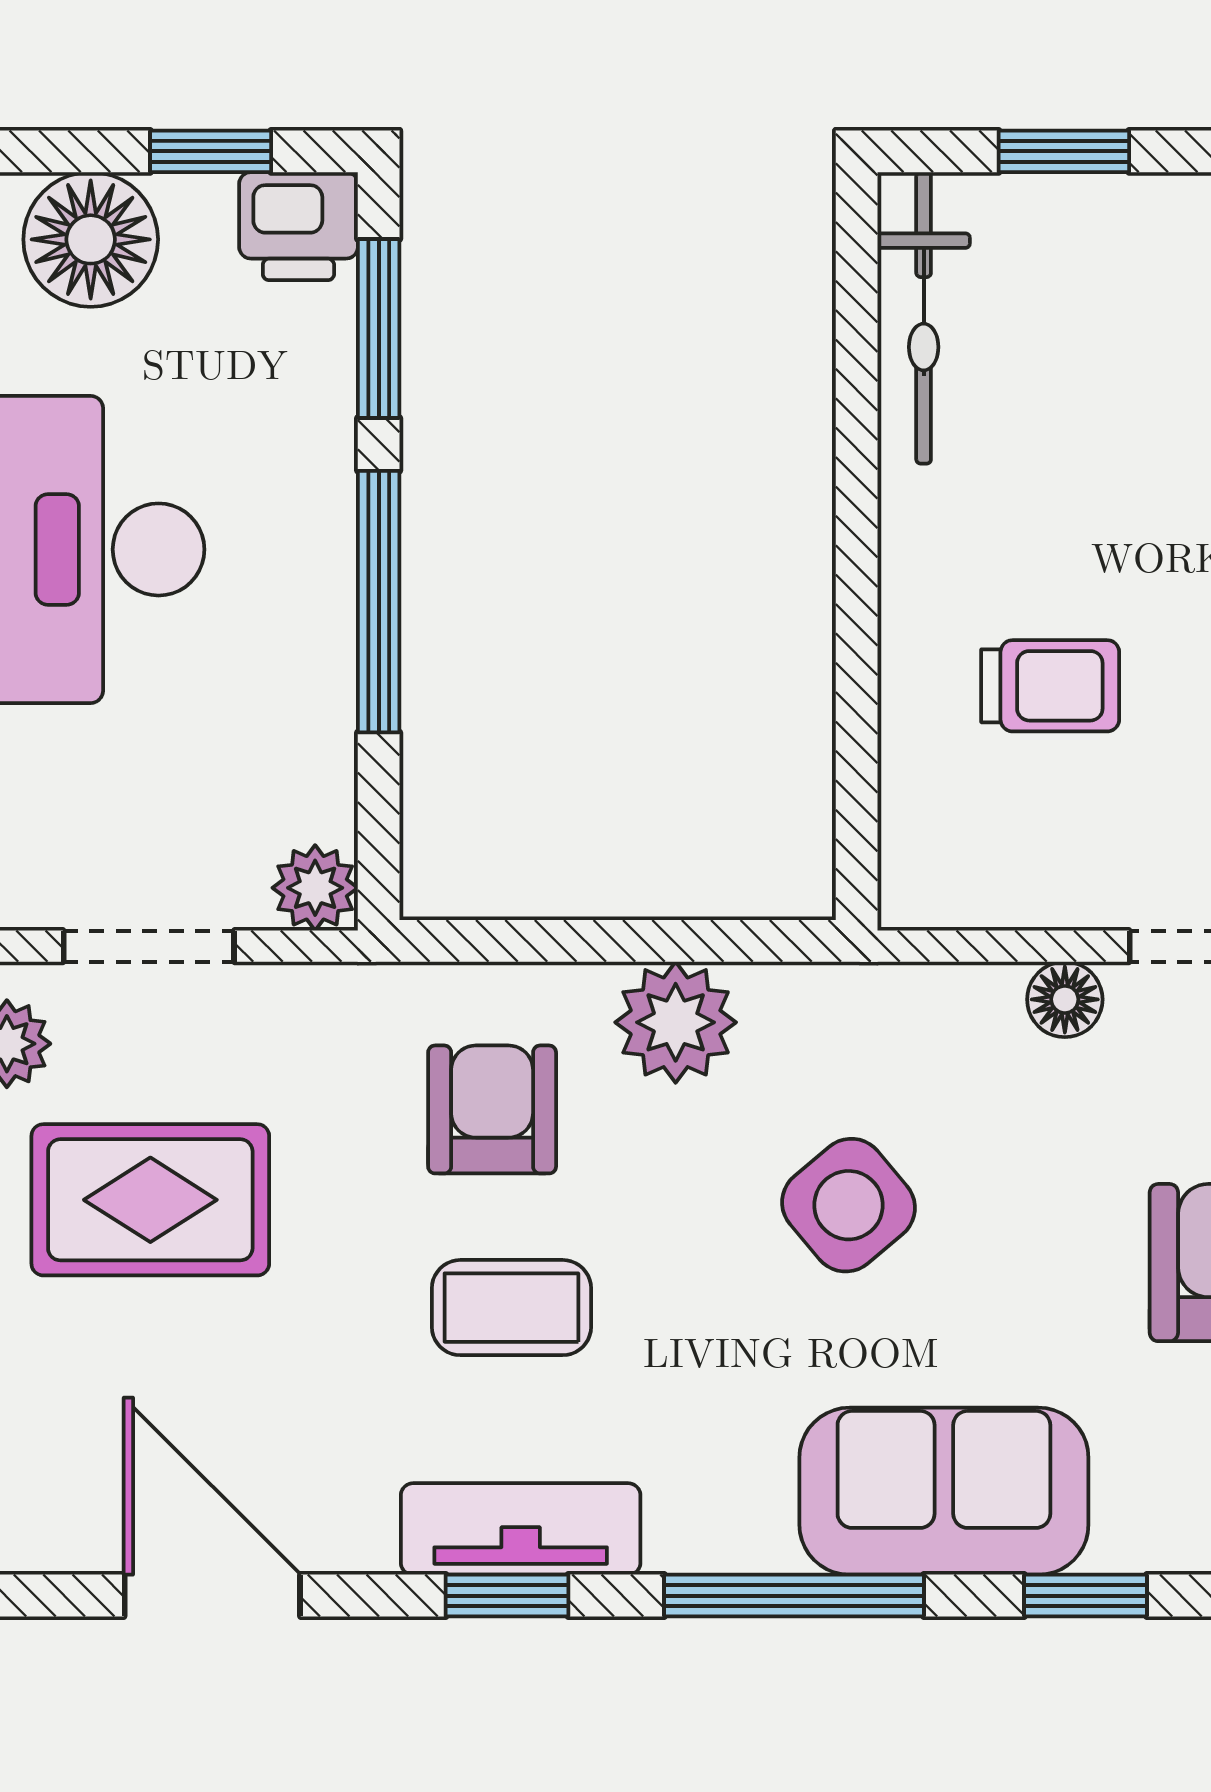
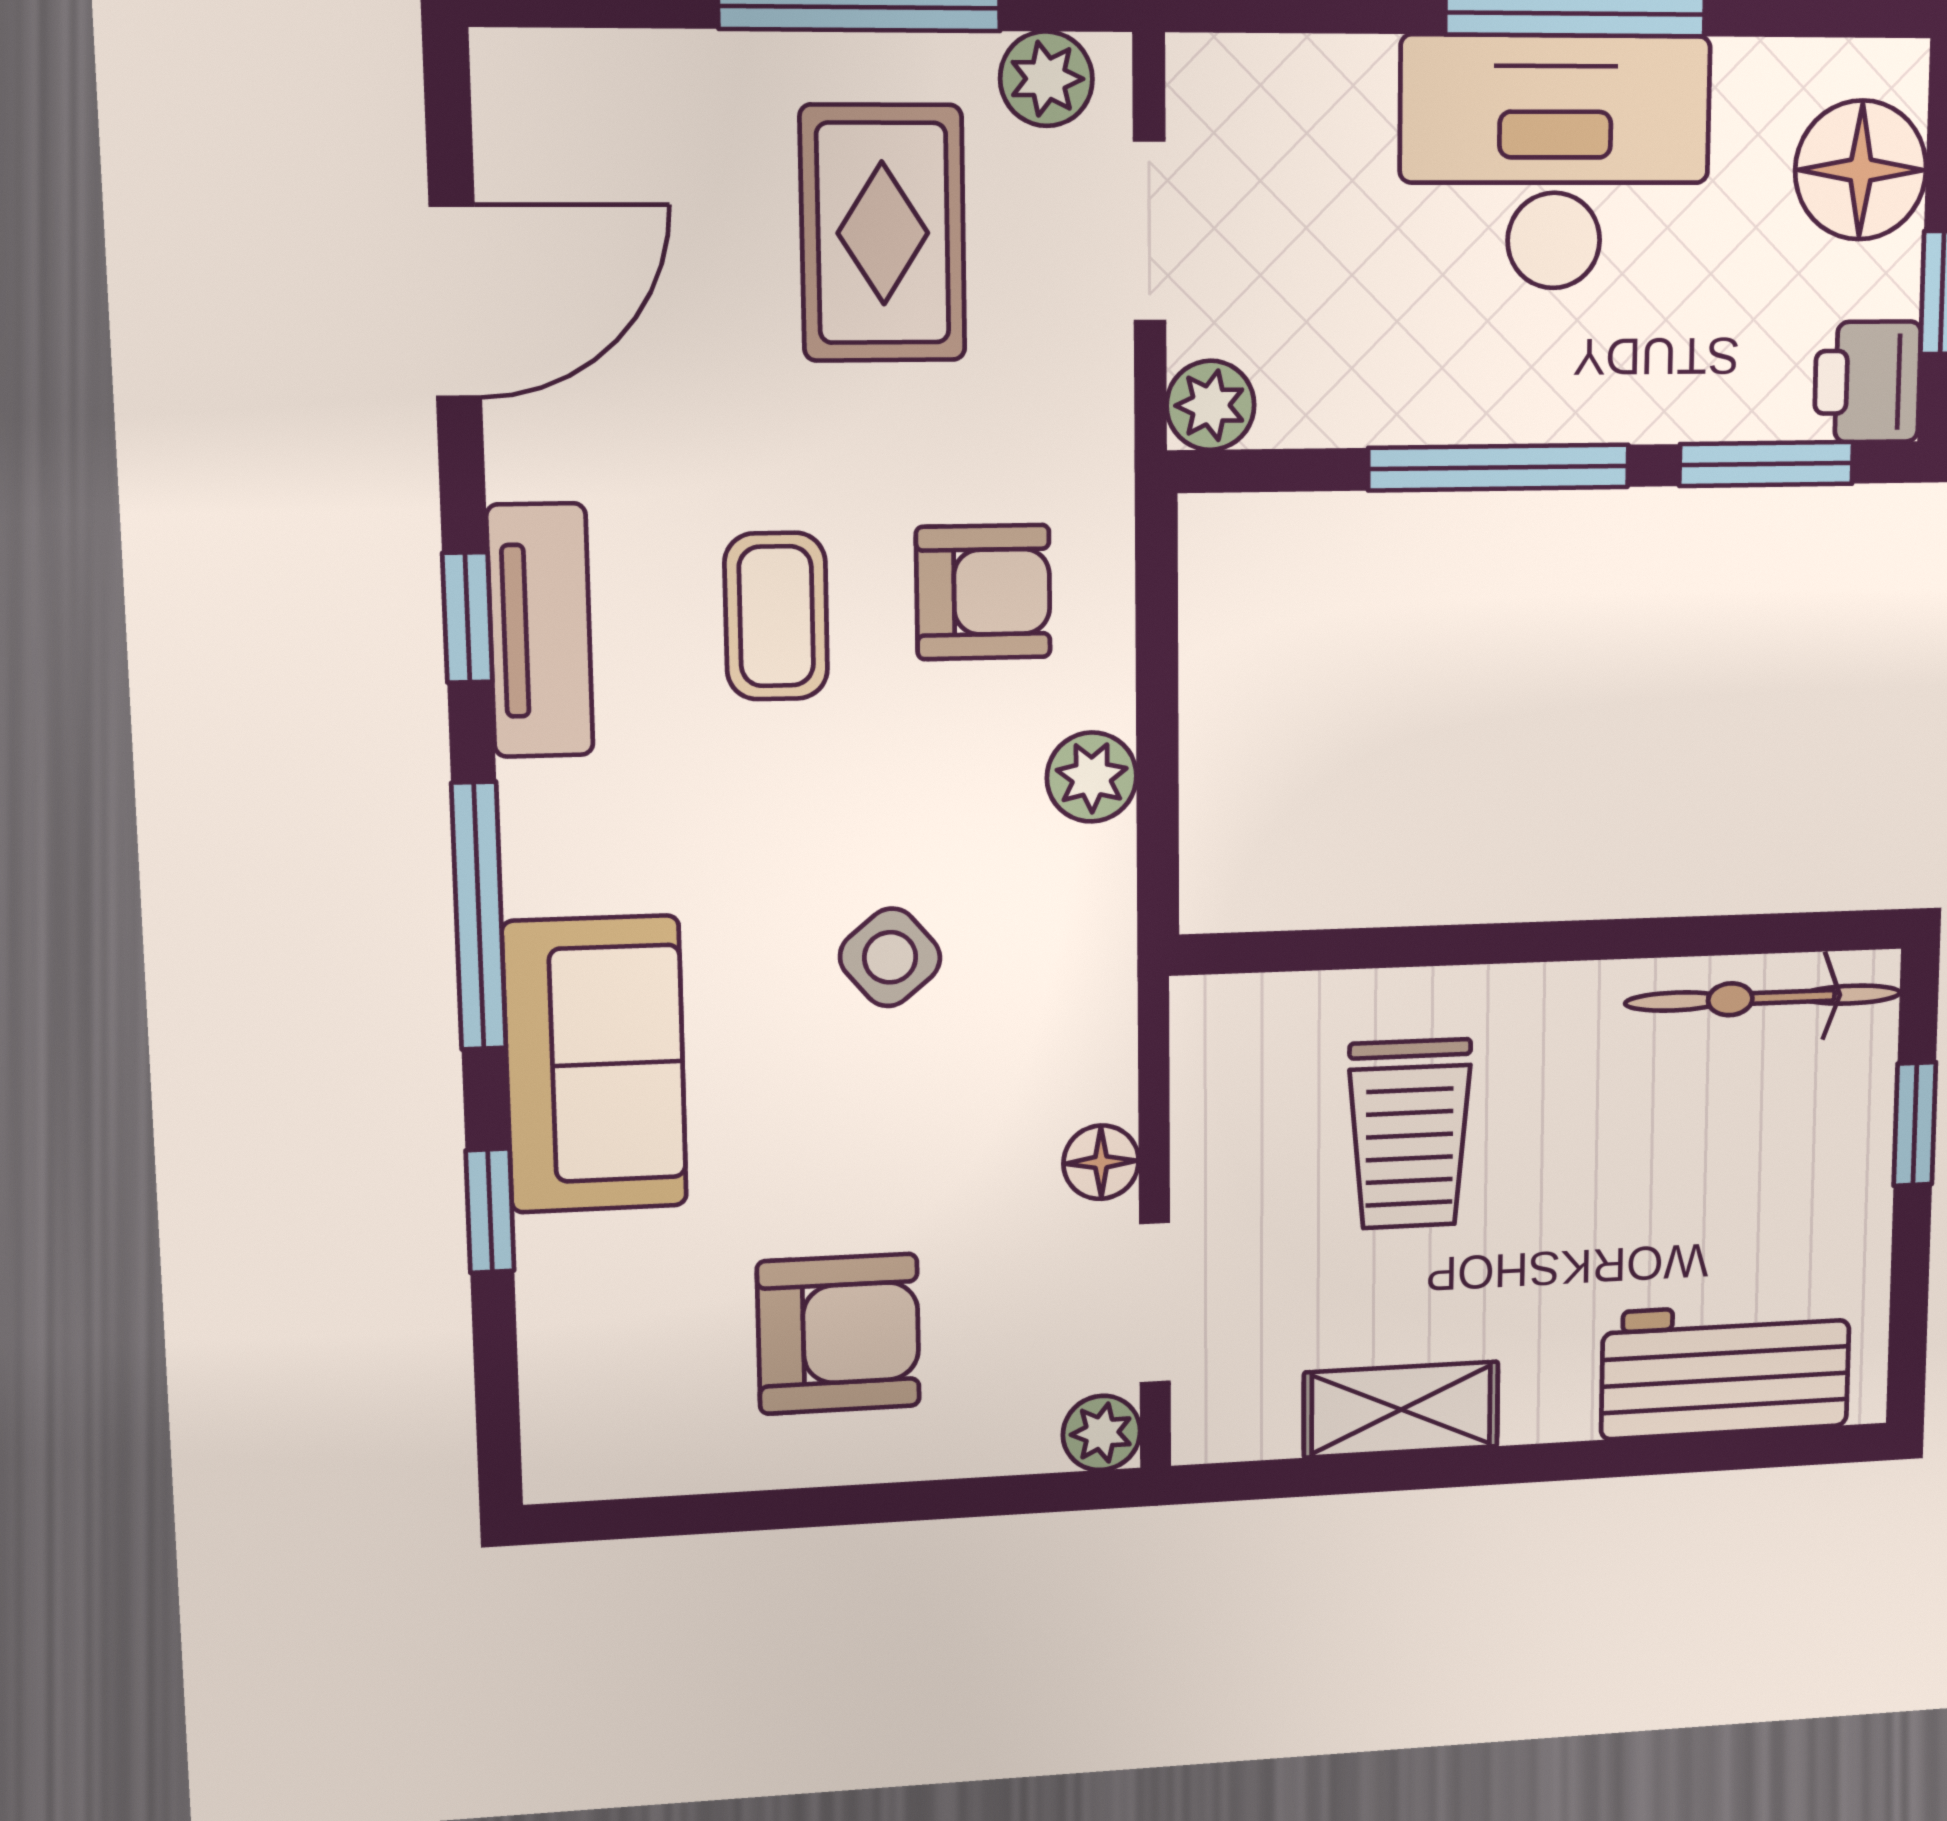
trolley: (1050, 686) -> (1410, 1134), width x1.36, depth x1.39
plant: (676, 1022) -> (1092, 777), width x0.73, depth x0.73
side table: (849, 1205) -> (890, 957), width x0.73, depth x0.73

